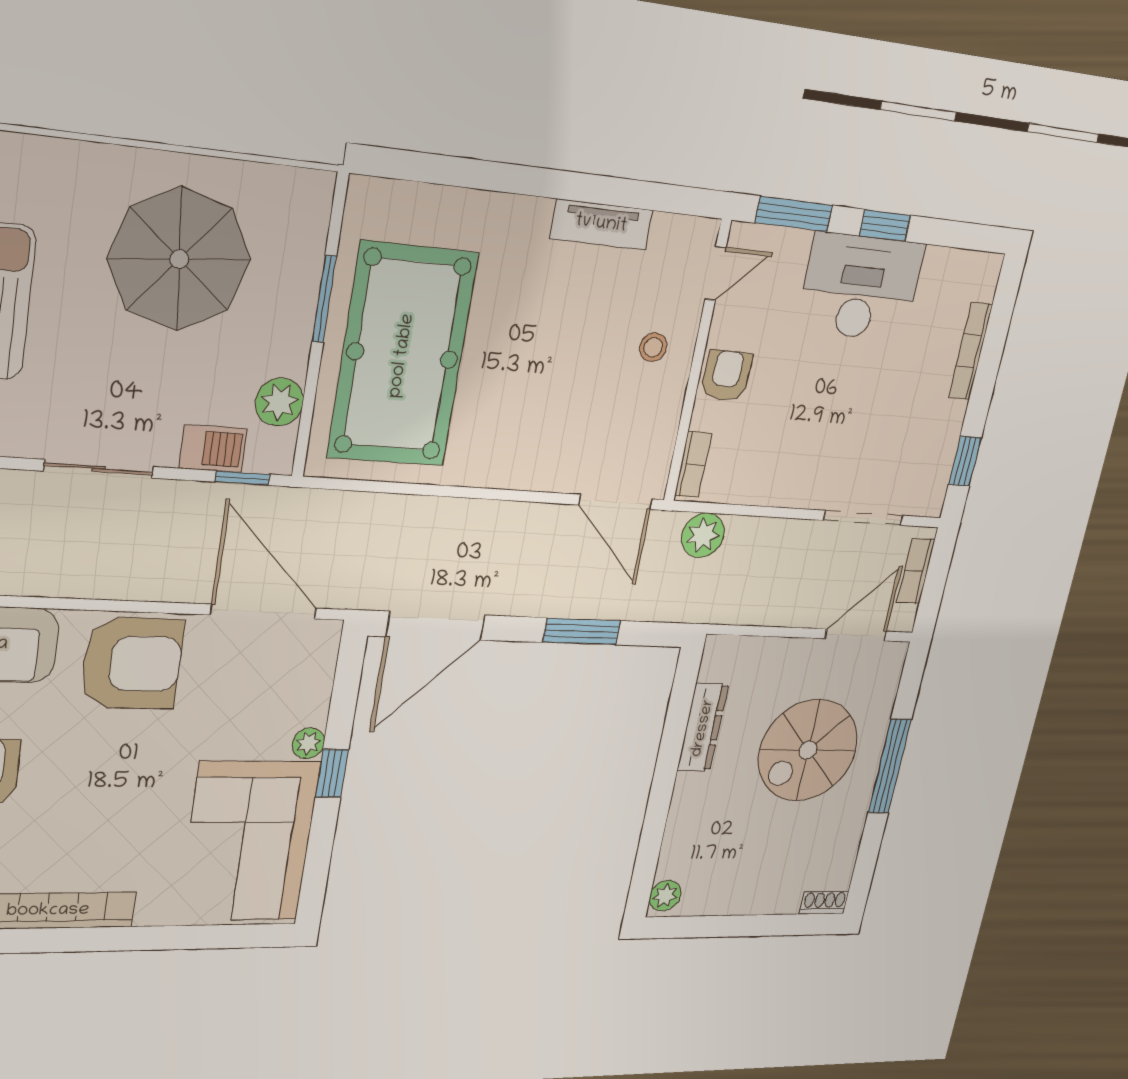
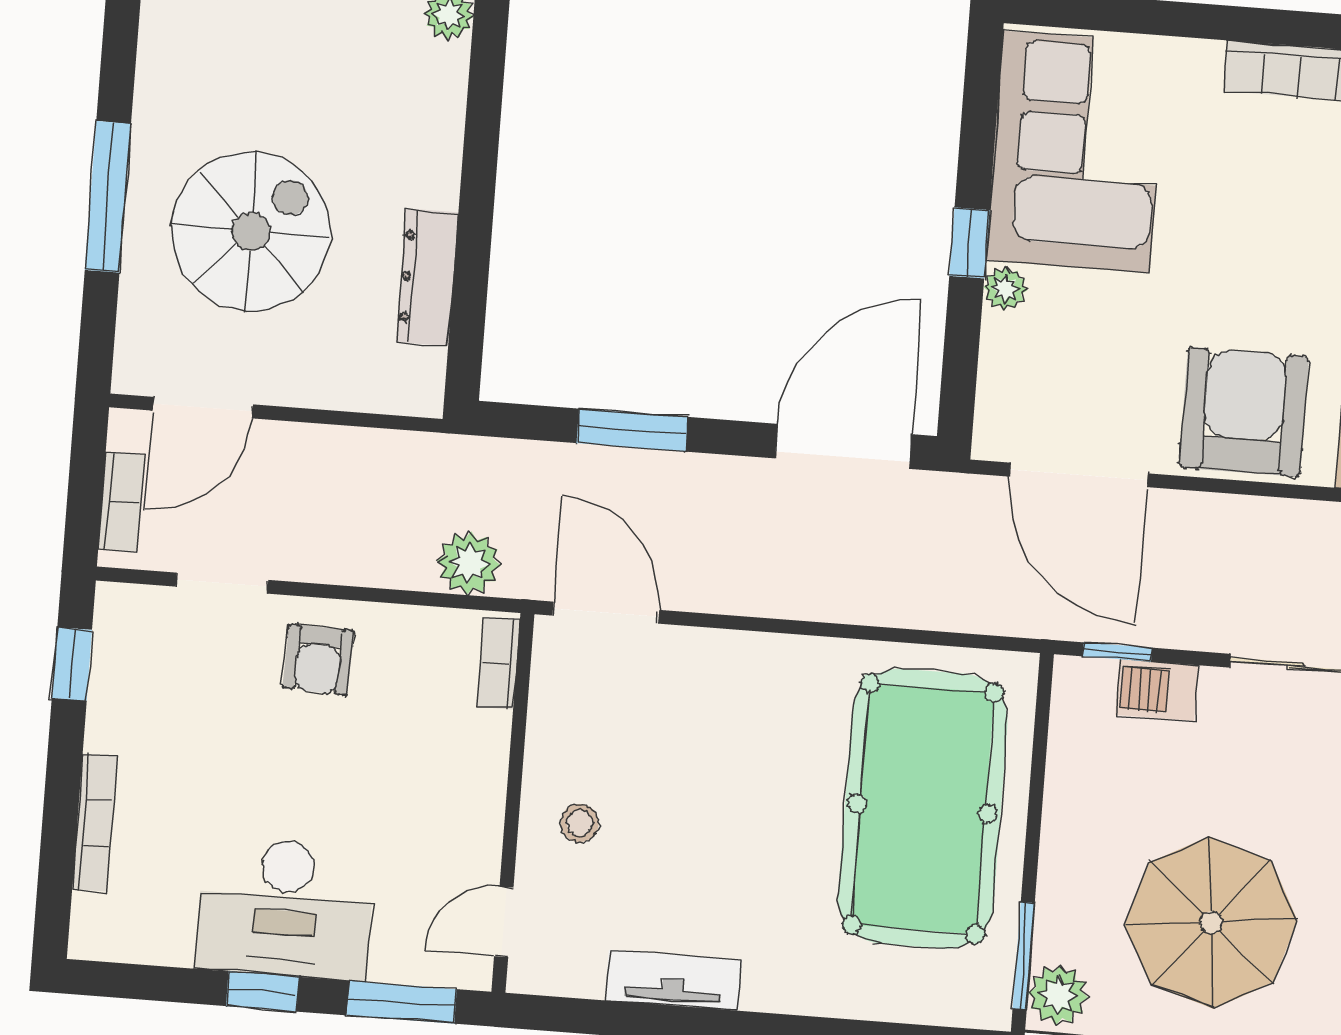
window: (324, 299) -> (1024, 956), moved
armchair: (726, 375) -> (318, 660), moved
plant: (279, 402) -> (1058, 995), moved
doorway: (863, 518) -> (222, 583), width x0.73
armchair: (132, 663) -> (1244, 412), turned 90

